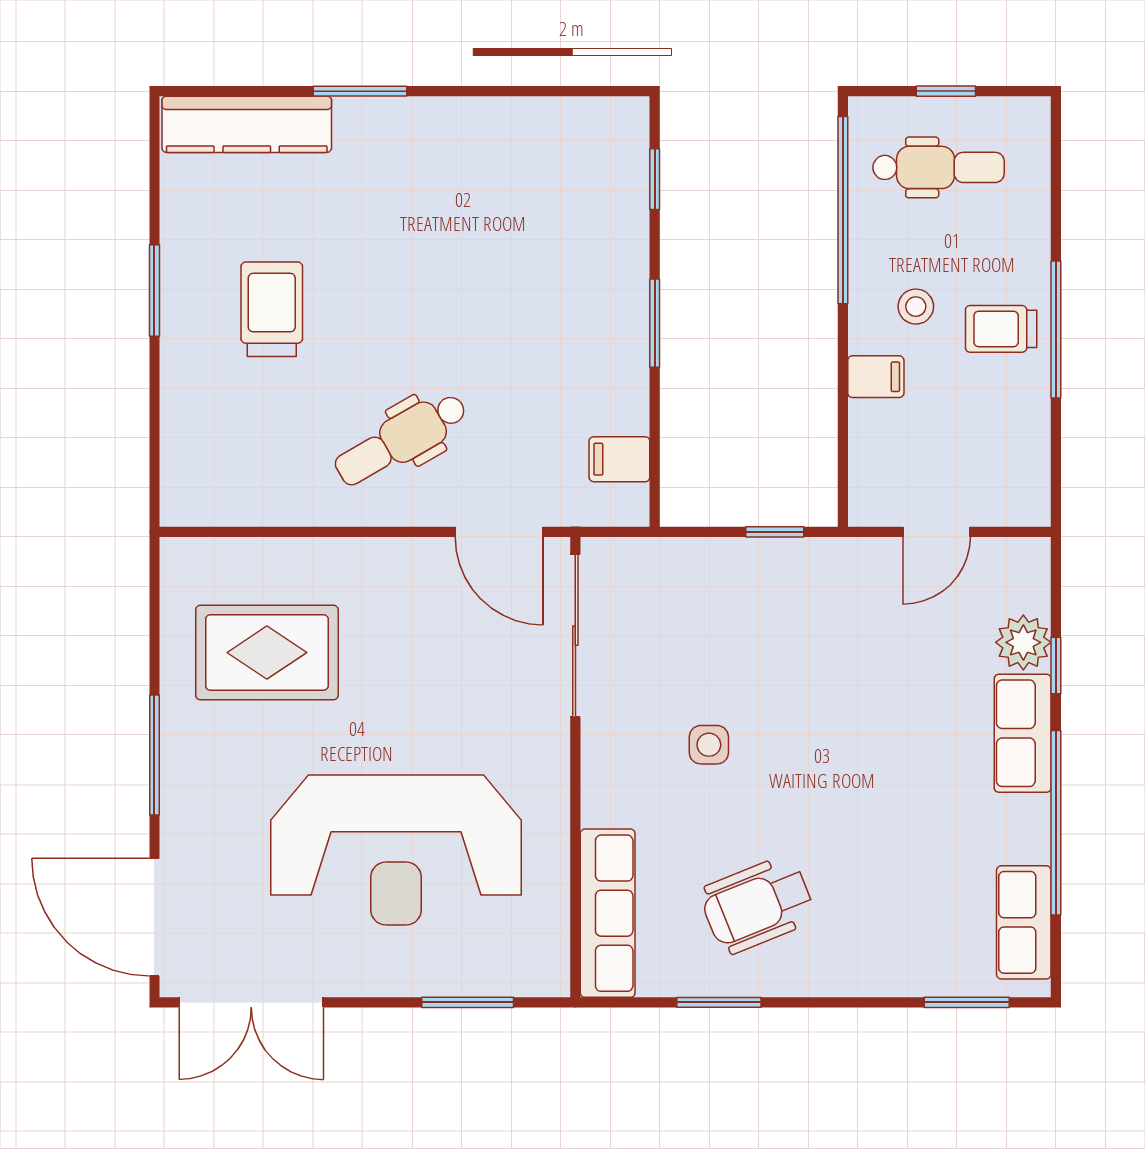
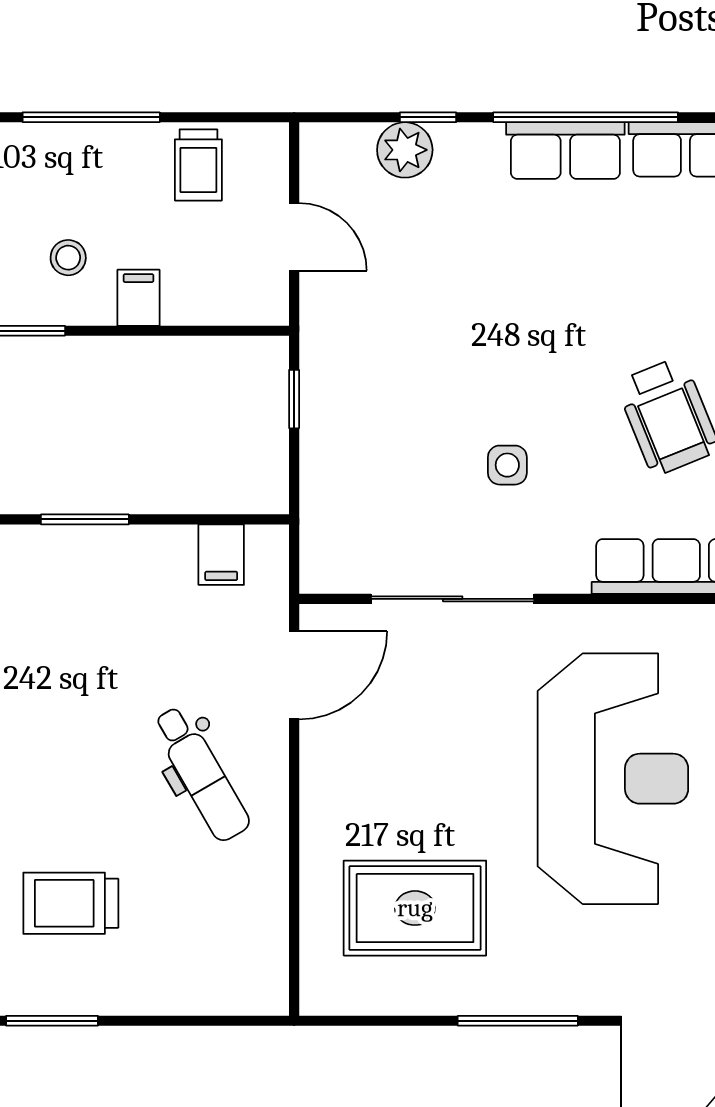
trolley: (1001, 329) -> (198, 165), moved
sliding door: (575, 636) -> (453, 599), moved
rug: (267, 653) -> (415, 908), turned 90
row of seats: (1023, 733) -> (565, 151), moved

